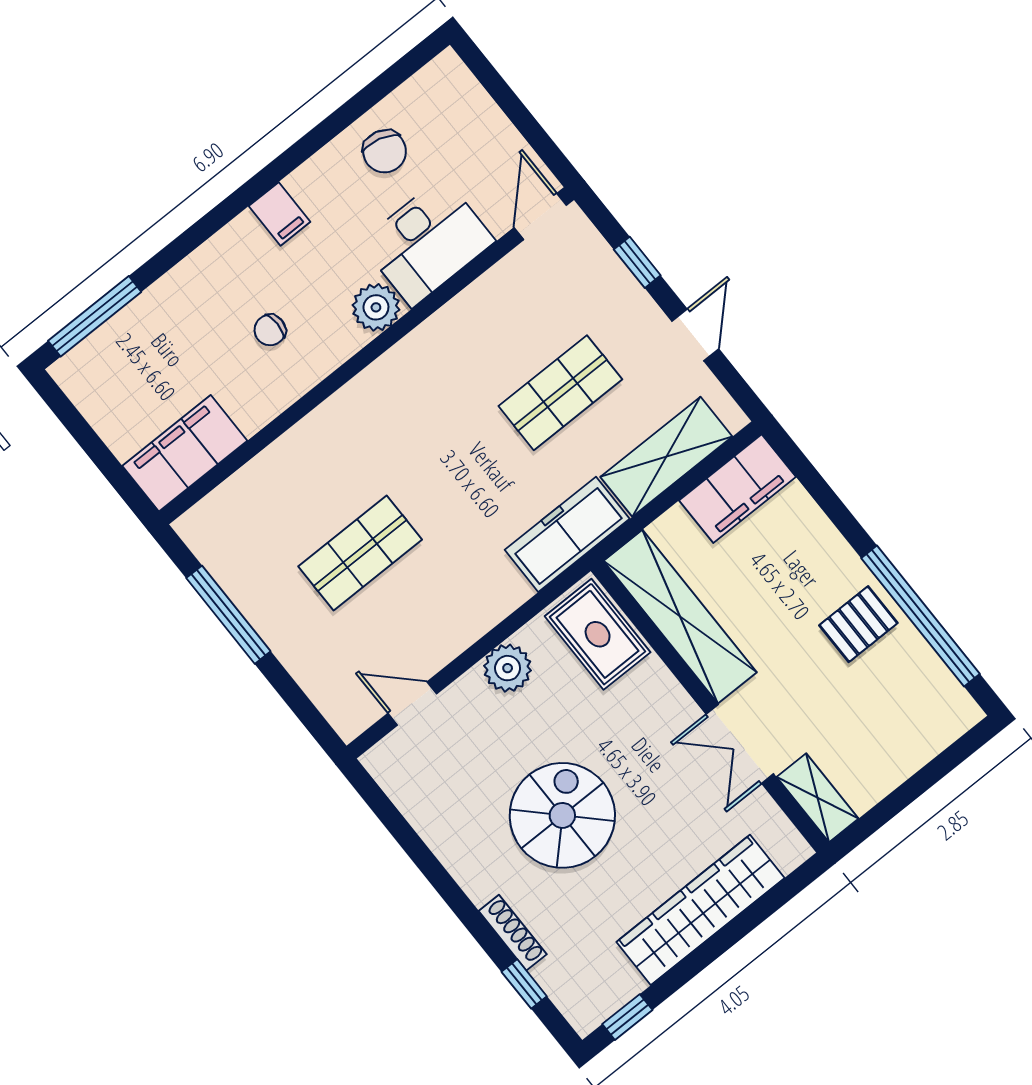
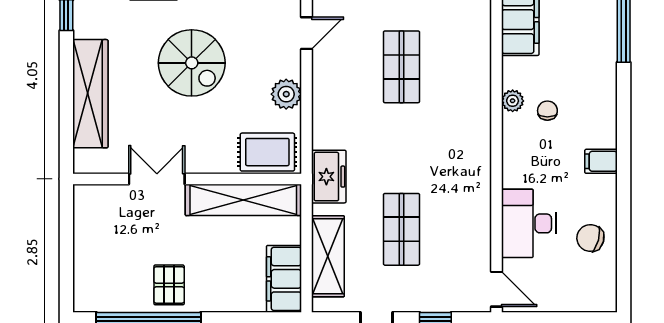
plant: (376, 307) -> (513, 101), moved, width x0.73, depth x0.73
freezer: (567, 534) -> (329, 177), width x0.71
shelving: (818, 798) -> (99, 196), removed

